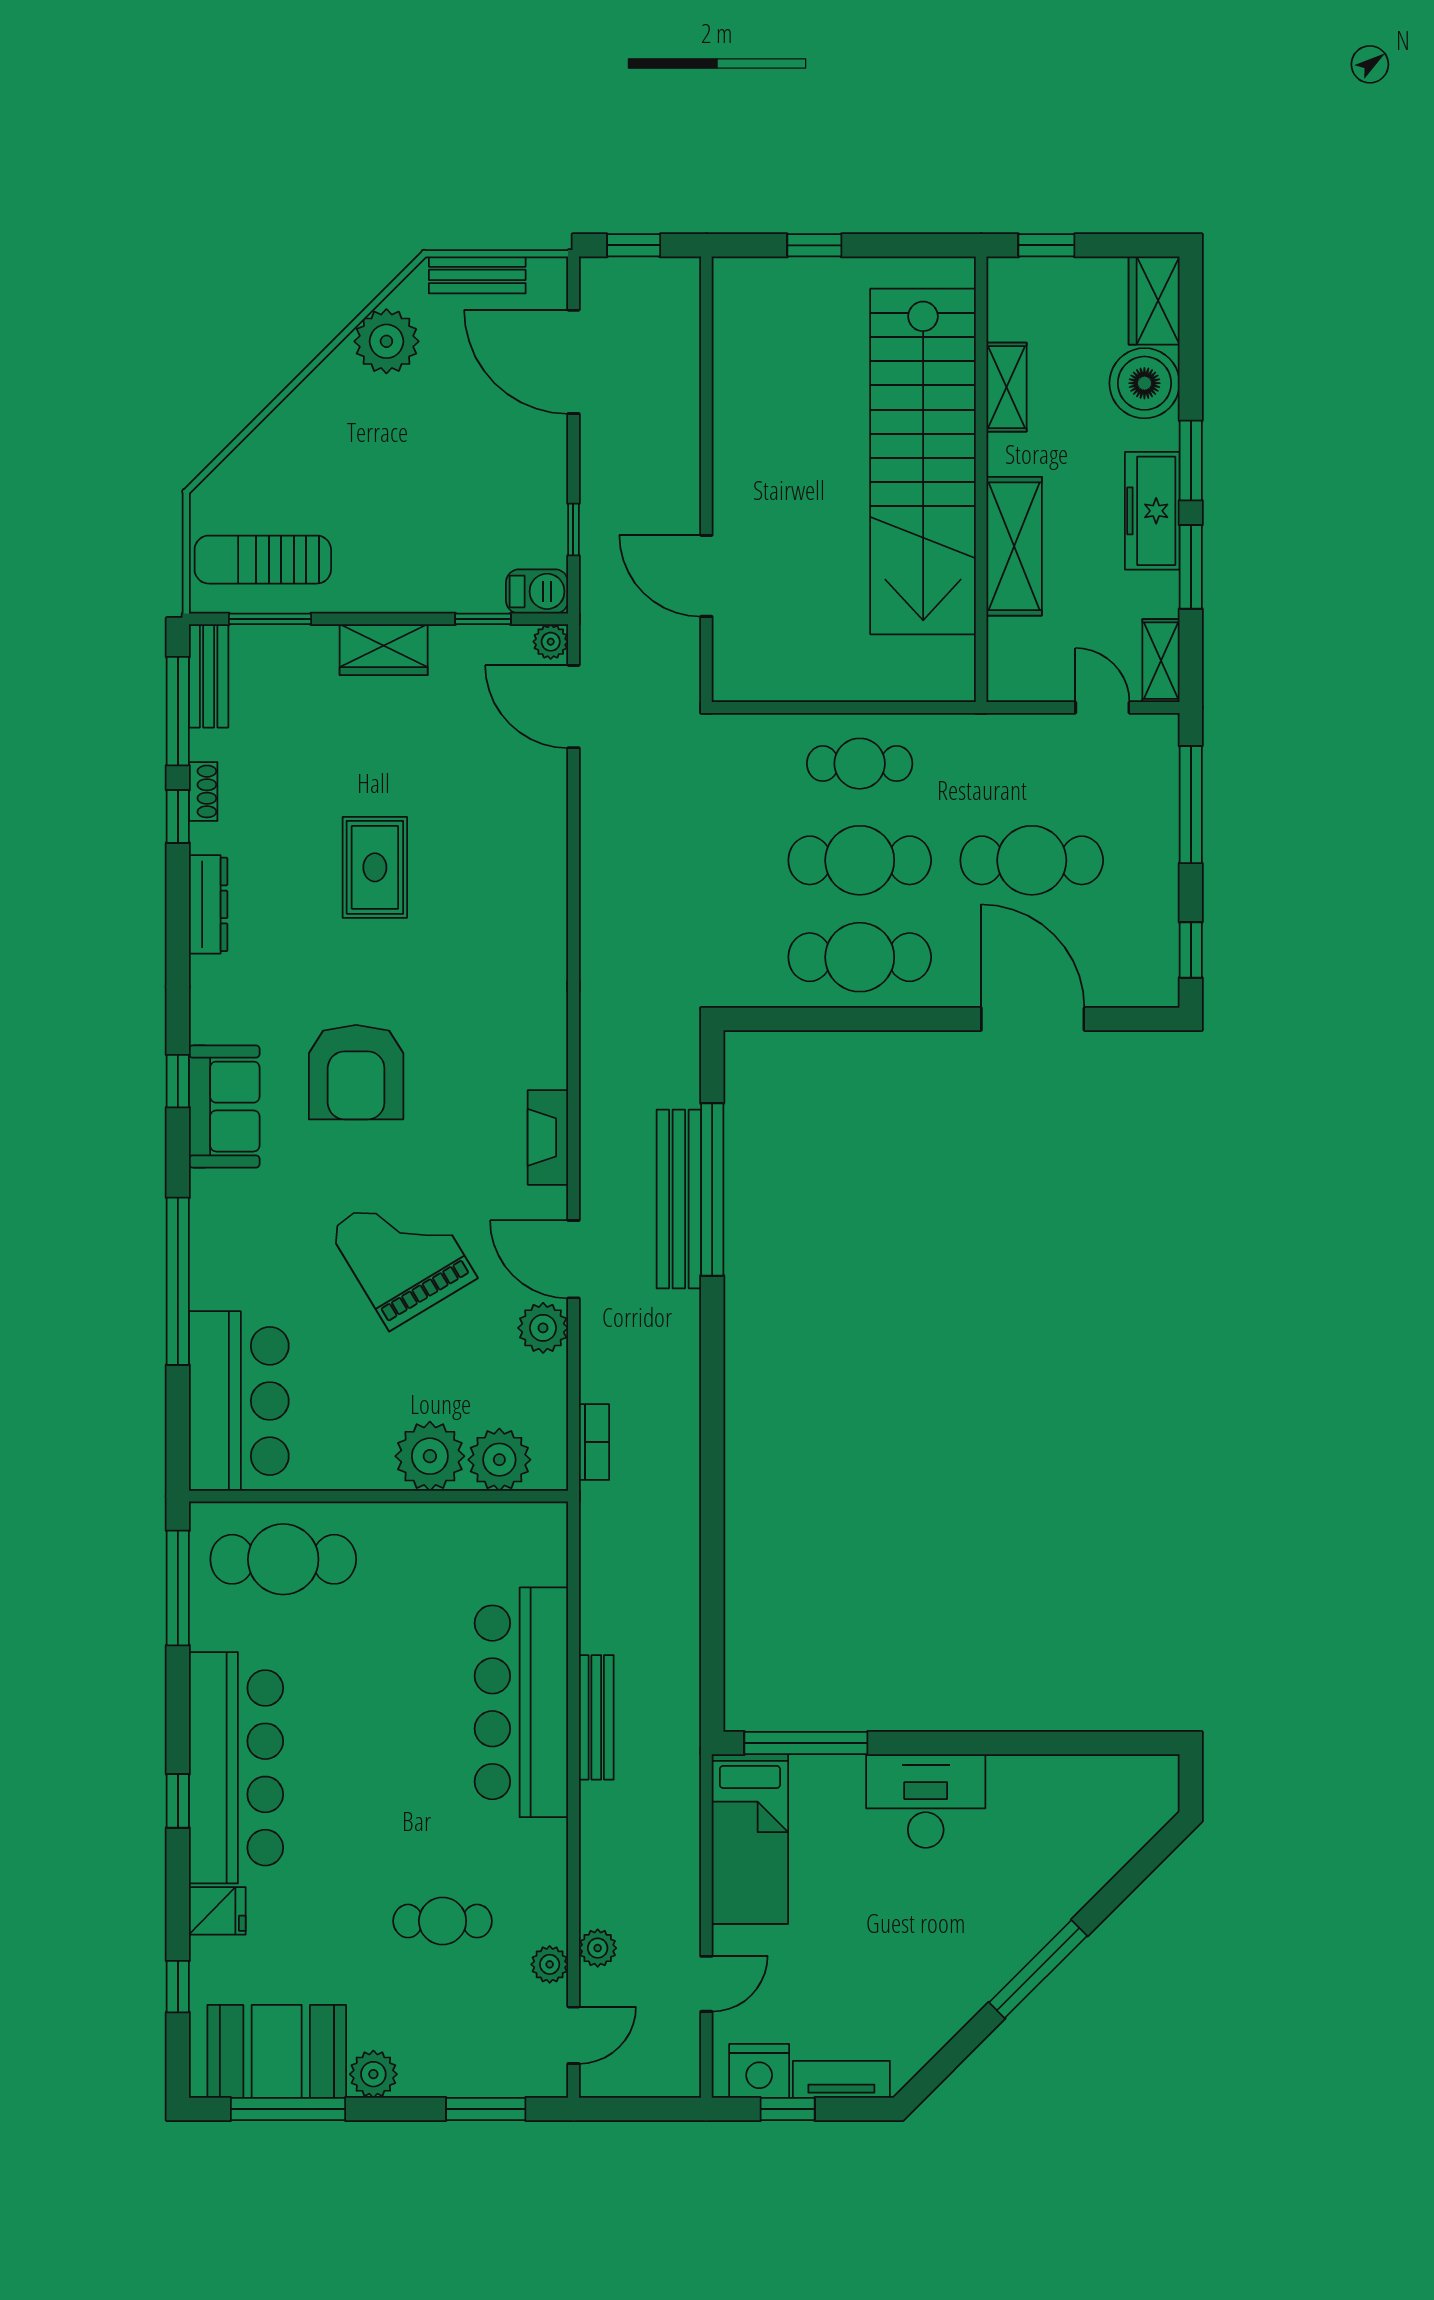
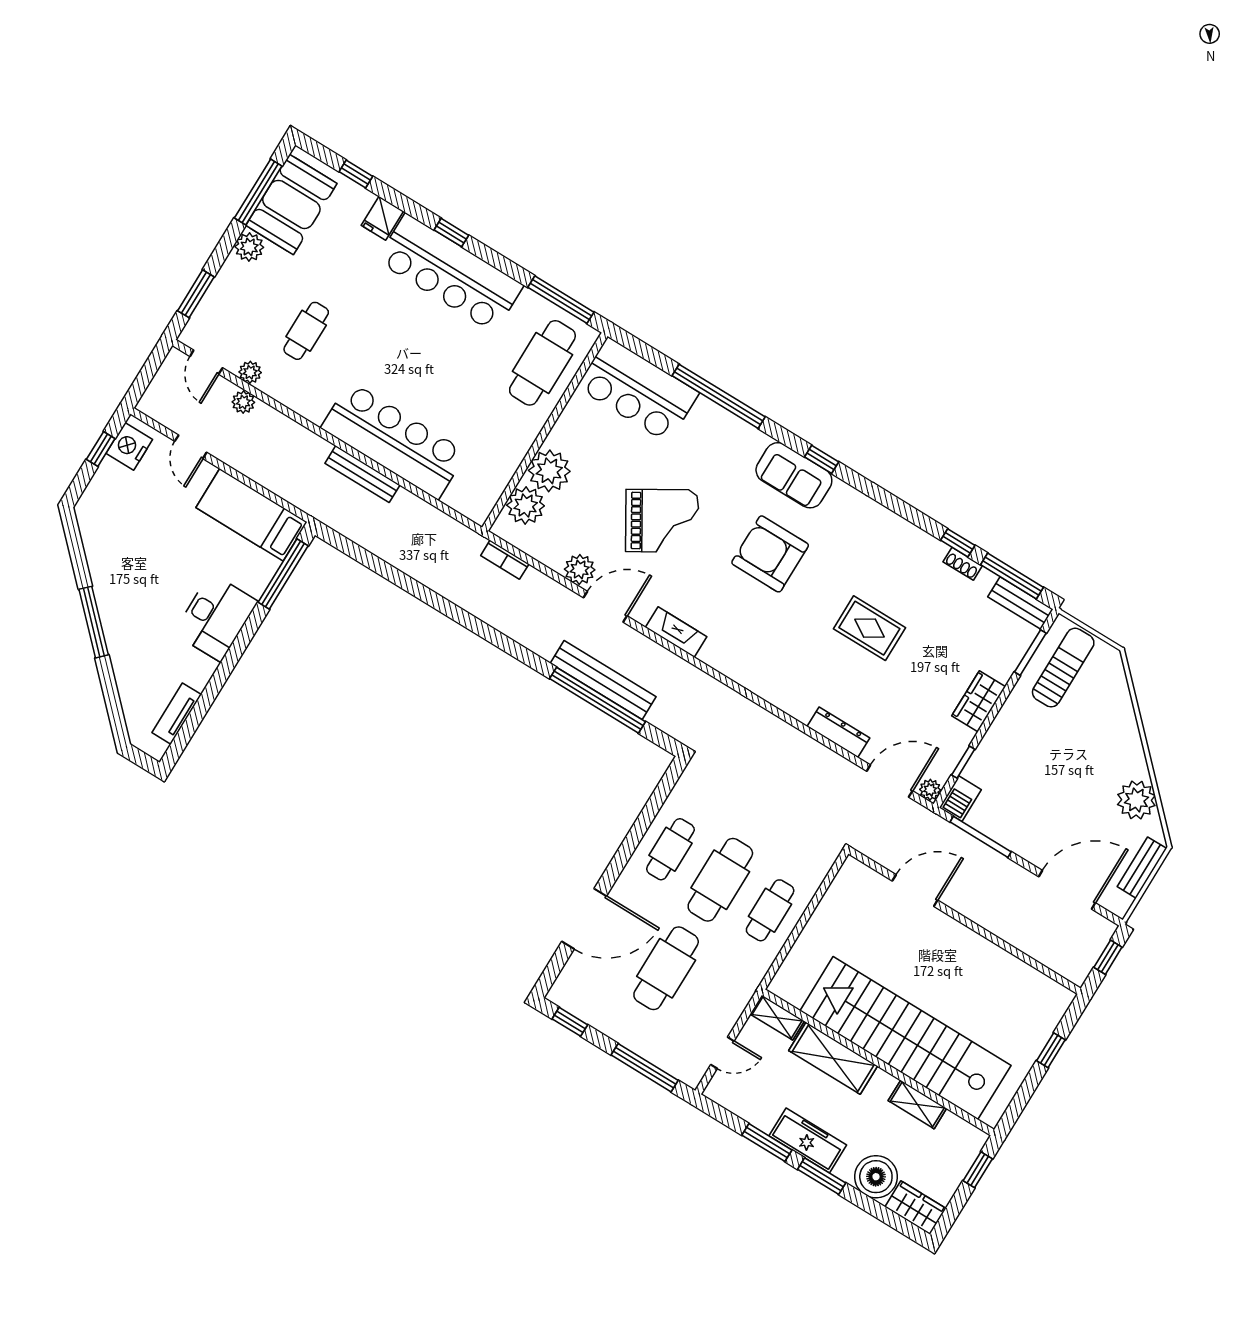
window: (573, 530) -> (981, 837), width x2.17
shelving: (1161, 661) -> (777, 1018), moved
dresser: (208, 904) -> (838, 732), moved, turned 180
cafe table: (860, 957) -> (670, 849), width x0.73, depth x0.74
tv unit: (841, 2079) -> (177, 714), moved, turned 180

